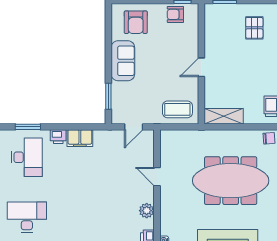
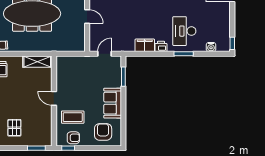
door: (201, 67) -> (54, 98), swing flipped
coffee table: (177, 109) -> (73, 117), moved

